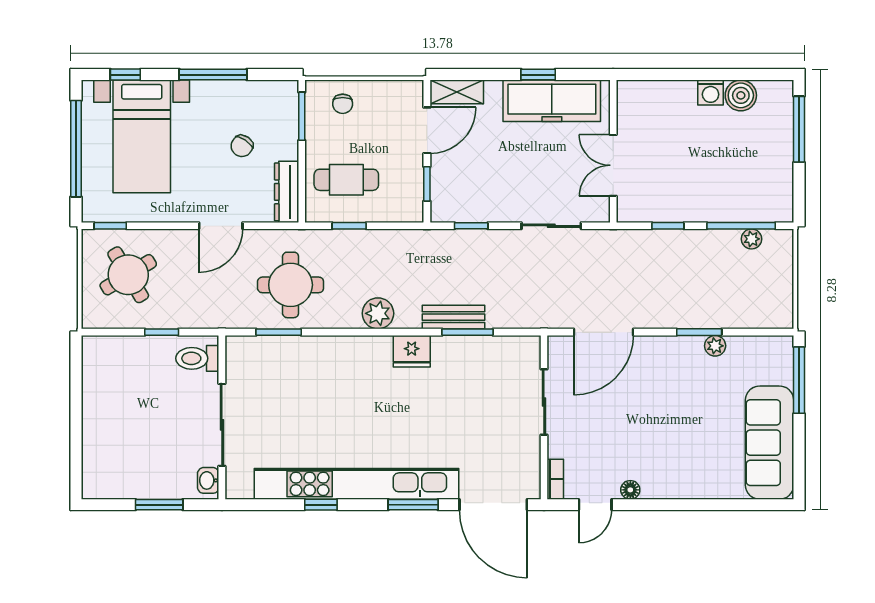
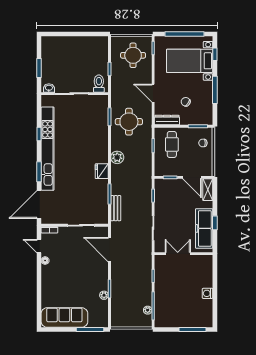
boiler: (741, 95) -> (206, 306), removed
round table: (128, 275) -> (133, 55), turned 31
bench: (453, 317) -> (116, 208), moved

